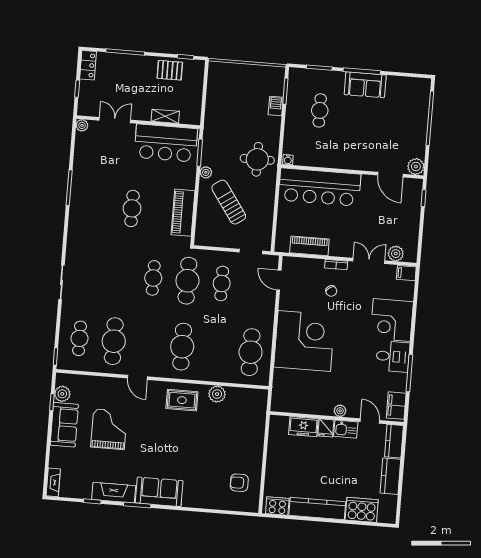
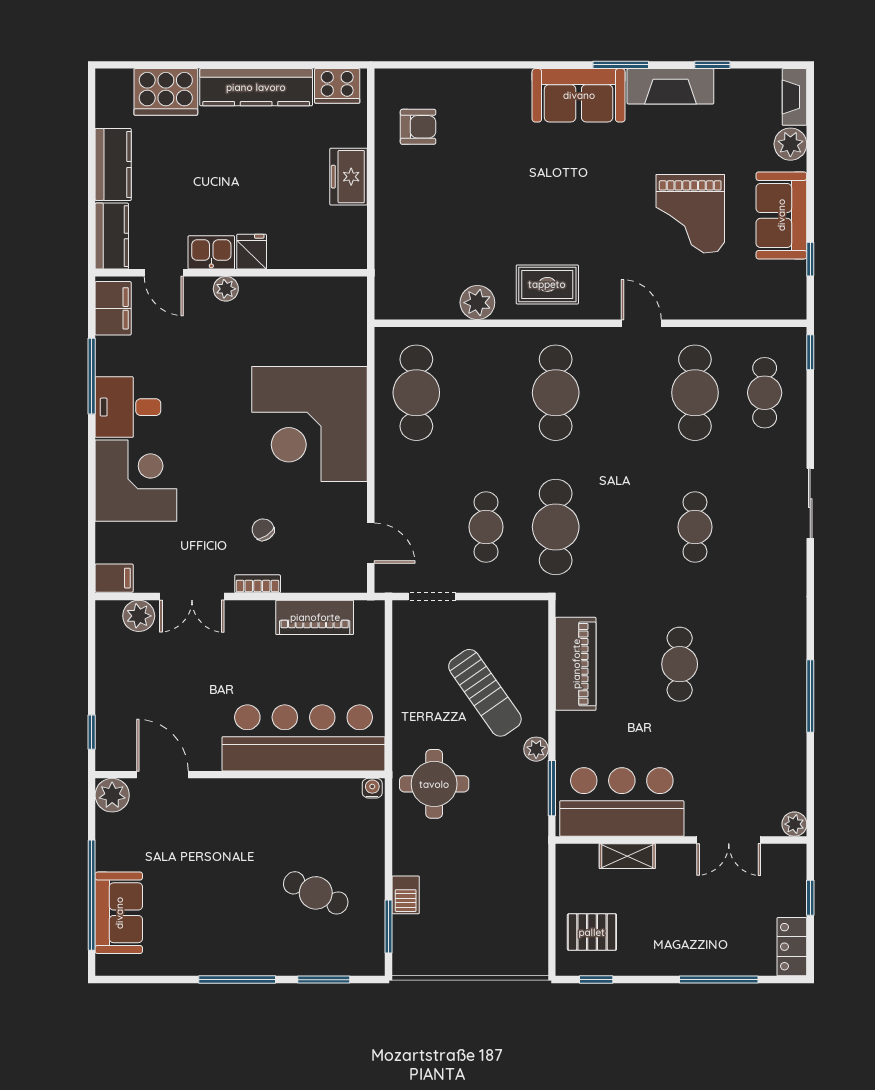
pallet: (170, 70) -> (592, 932), moved
sofa: (365, 85) -> (119, 913), moved, turned 90
cafe table: (320, 110) -> (316, 893), turned -65
cafe table: (153, 278) -> (695, 527), moved
plant: (62, 394) -> (790, 144), moved
freezer: (303, 427) -> (349, 177), moved, turned -90

